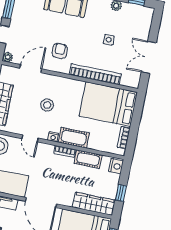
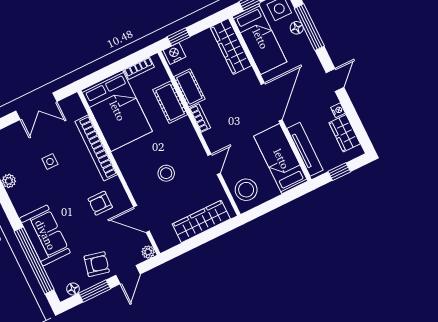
armchair: (24, 20) -> (97, 264), added
nightstand: (53, 137) -> (194, 142), removed
cot: (74, 138) -> (170, 102), moved
window: (121, 193) -> (179, 37), moved

